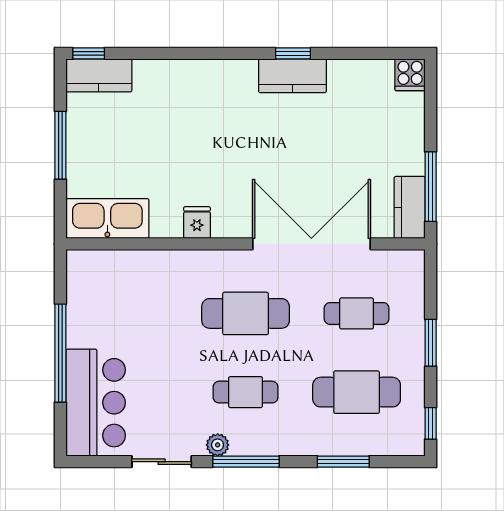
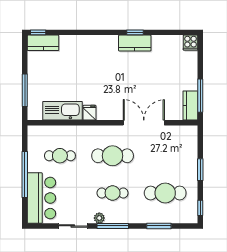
window: (60, 145) -> (25, 90), moved
kitchen sink: (107, 219) -> (63, 111), moved
double door: (311, 244) -> (144, 123), width x0.73
cafe table: (357, 313) -> (60, 156), moved

